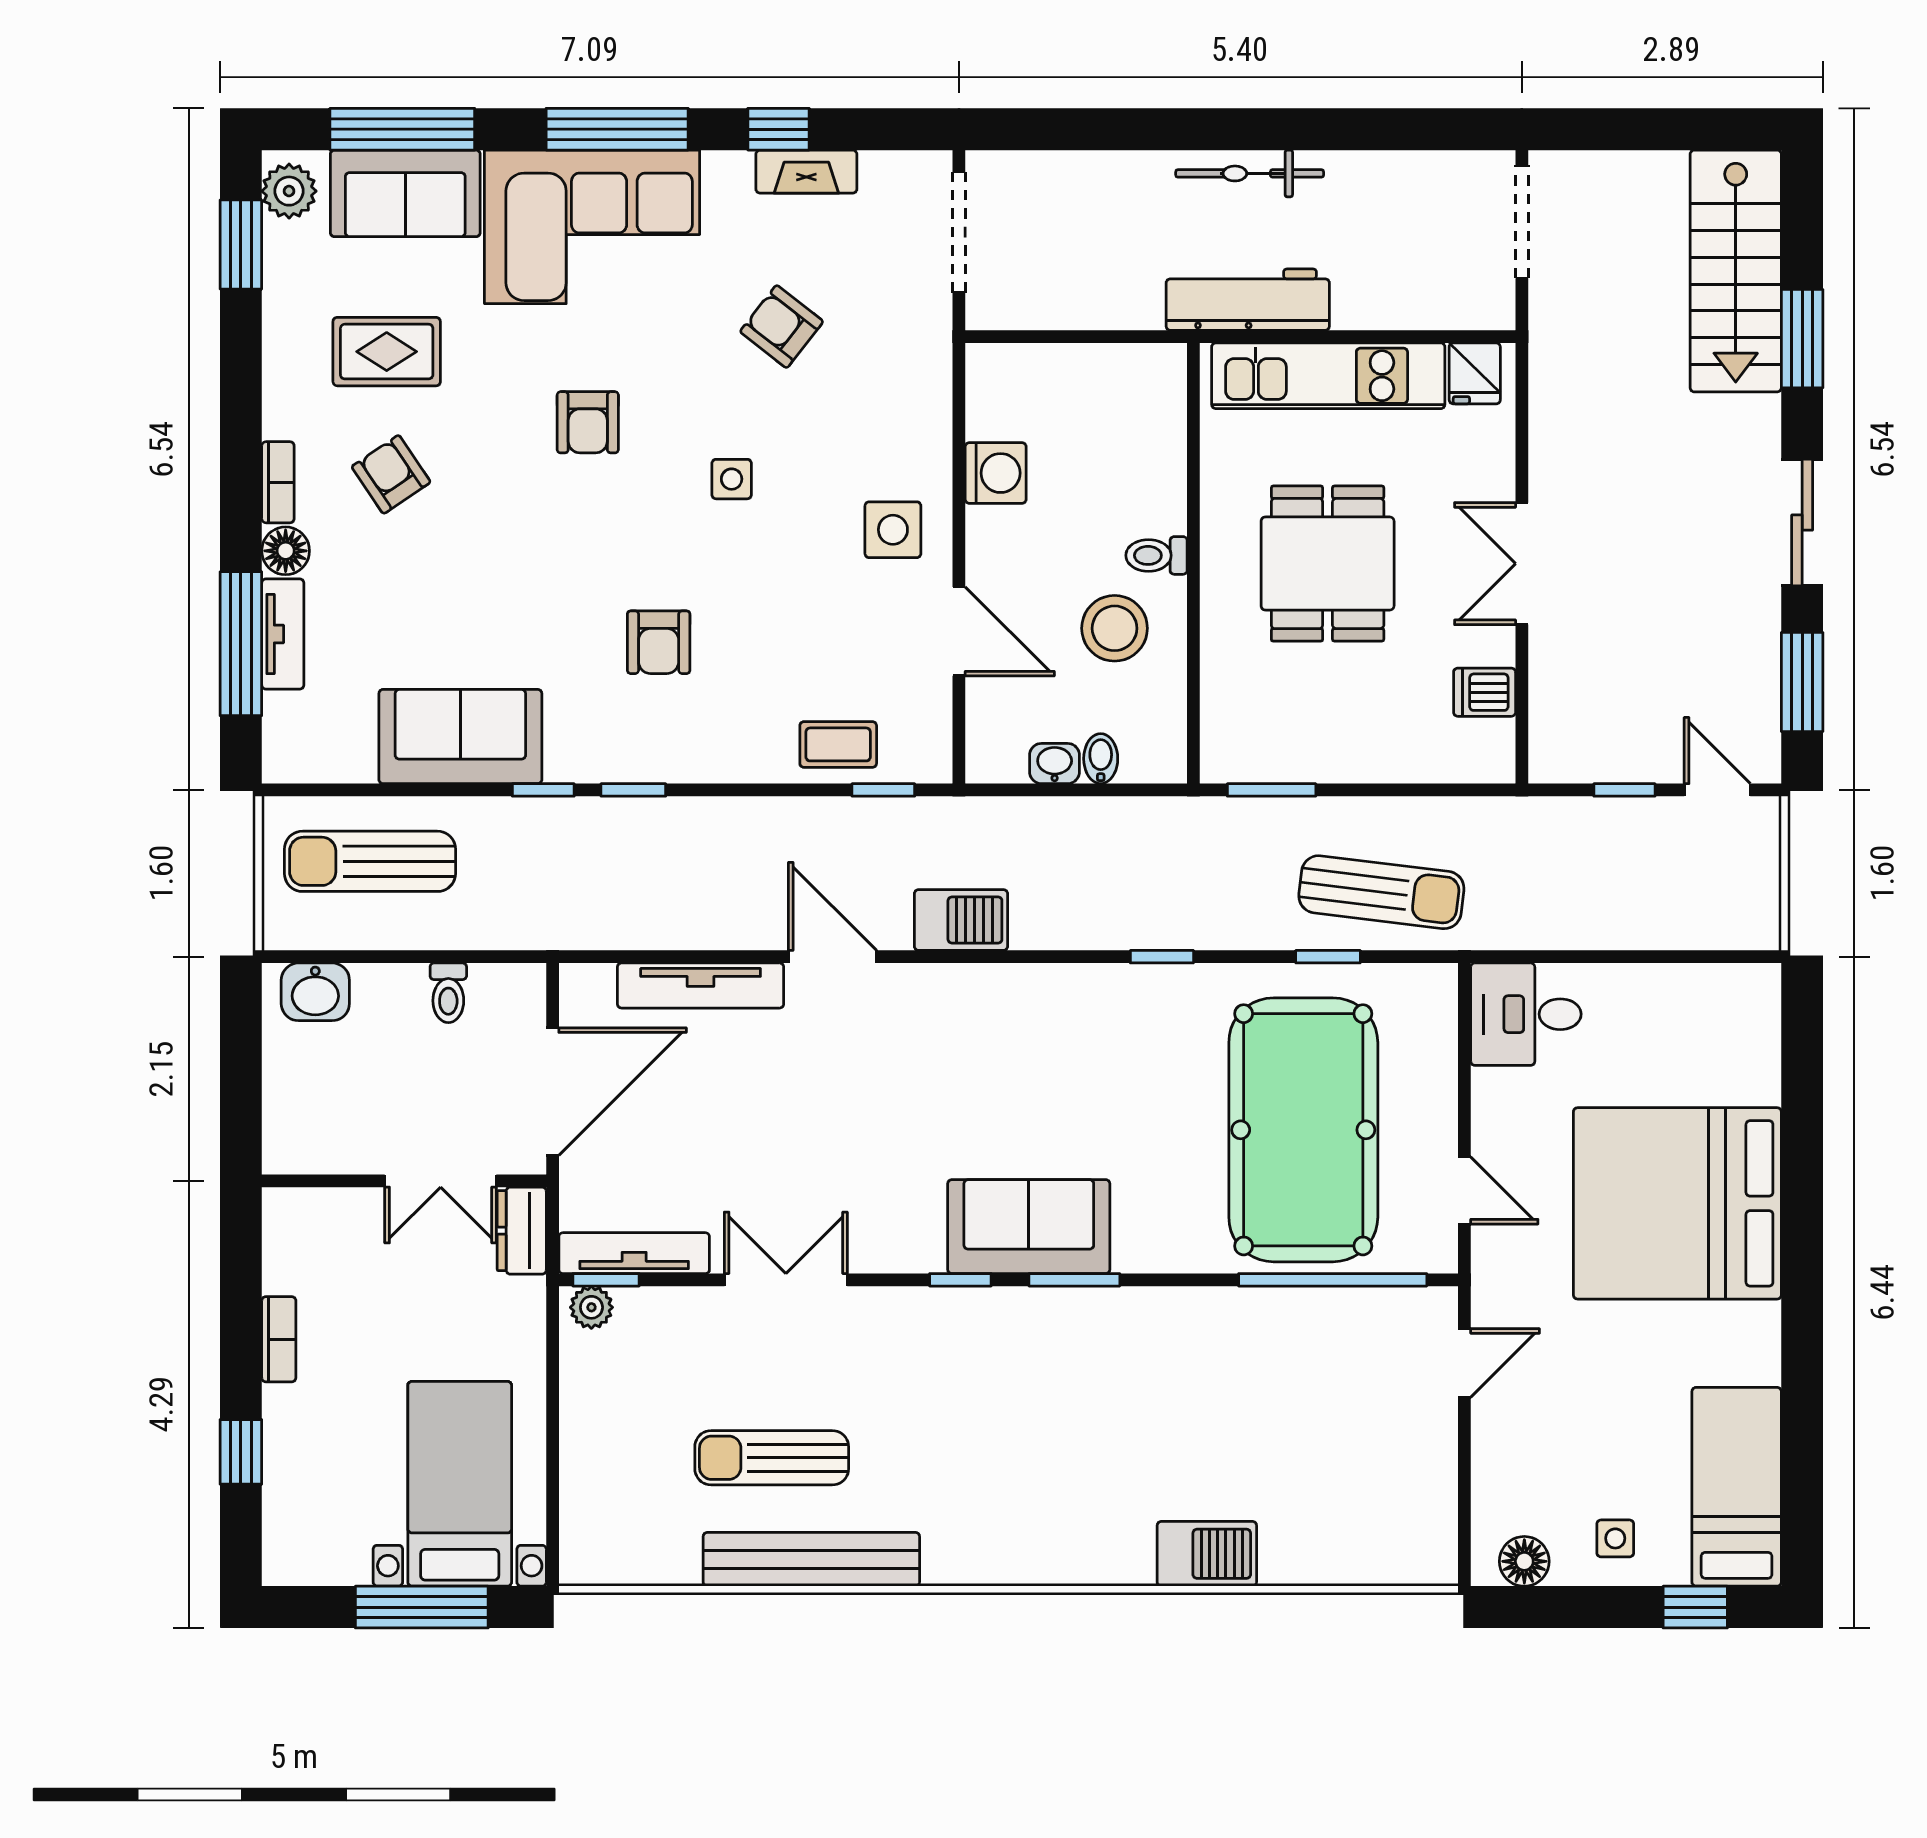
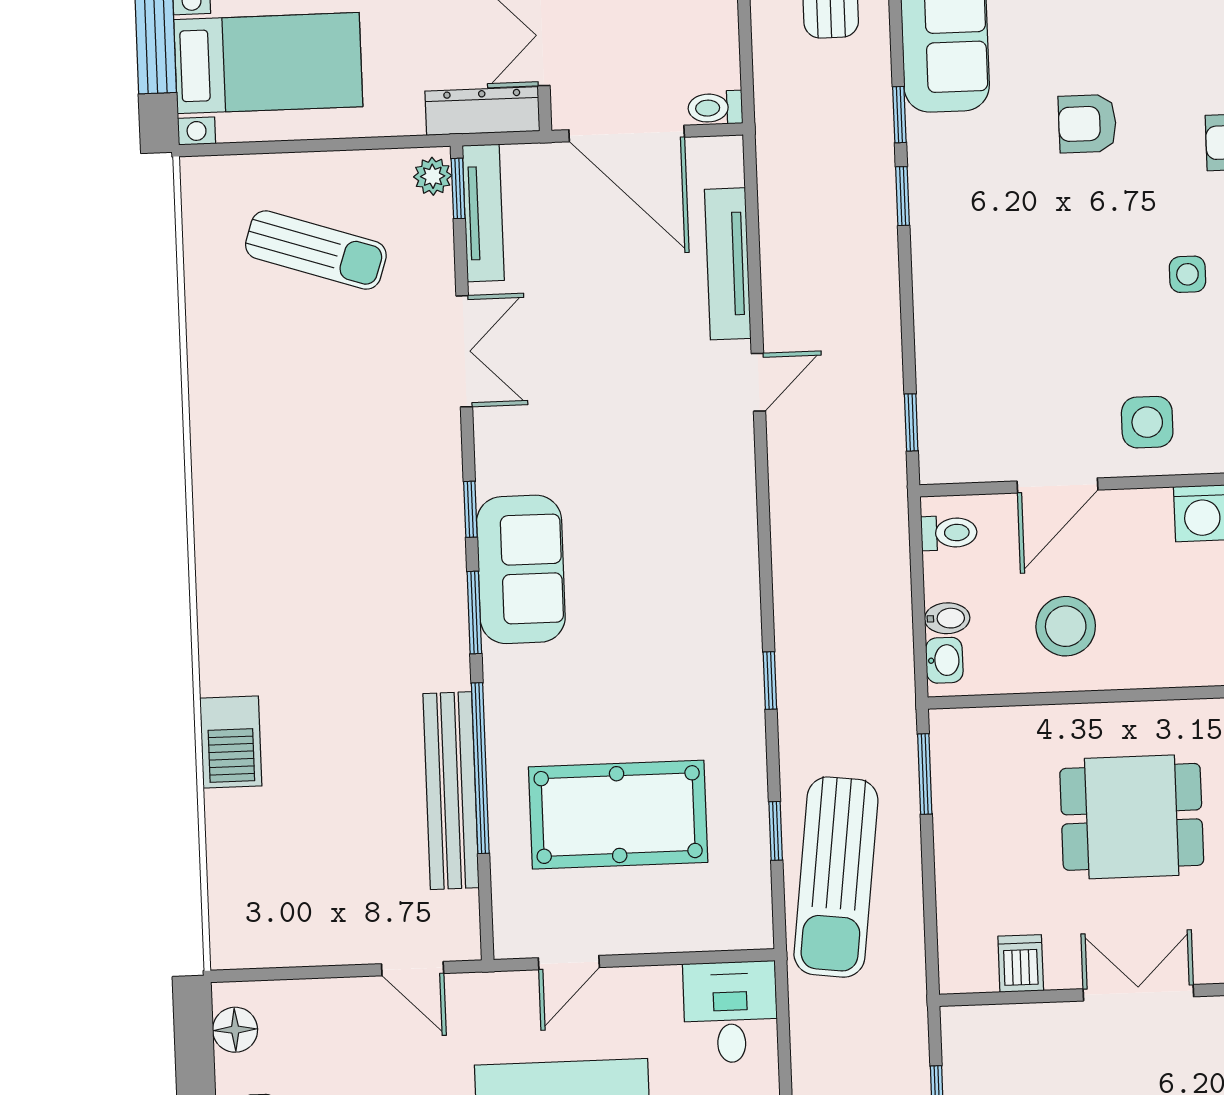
toilet: (1156, 555) -> (949, 533), moved, turned 90
armchair: (659, 642) -> (1087, 124), moved
coffee table: (838, 744) -> (951, 380), removed
washbasin: (1055, 764) -> (944, 660), moved
sun lounger: (1381, 892) -> (836, 877), width x1.36, depth x1.34
barbecue: (961, 920) -> (796, 497), removed
door: (832, 957) -> (758, 382), width x0.73
toilet: (448, 993) -> (715, 108), moved
pool table: (1303, 1130) -> (618, 815), width x0.73, depth x0.76
dresser: (522, 1231) -> (482, 111), width x1.44
window: (1333, 1280) -> (480, 768), moved
sun lounger: (772, 1458) -> (316, 250), moved, turned 108
bench: (811, 1559) -> (451, 791), moved

